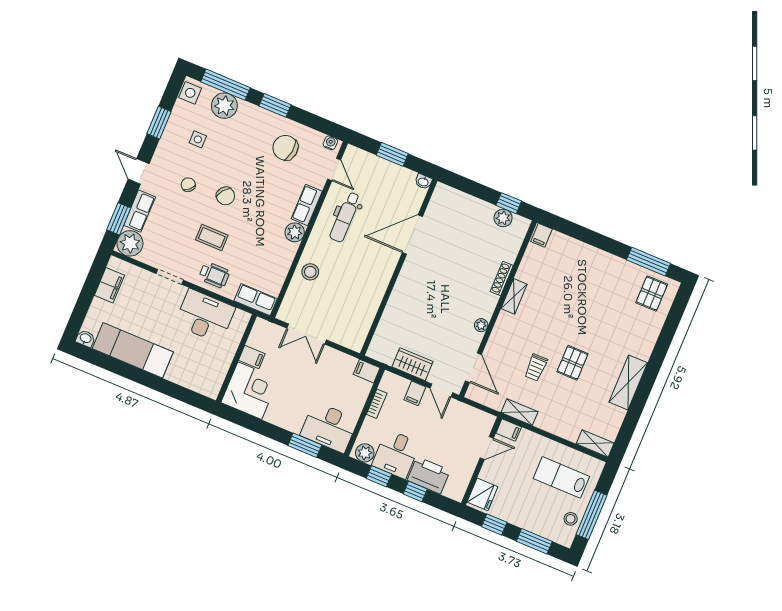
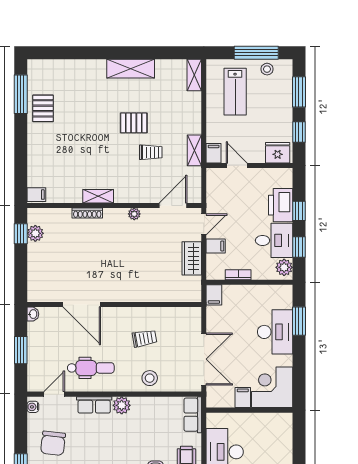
trolley: (352, 283) -> (144, 338), added
pallet: (652, 293) -> (43, 108), moved, turned 90
double door: (307, 334) -> (204, 359), width x1.37
desk: (329, 427) -> (275, 332), moved

